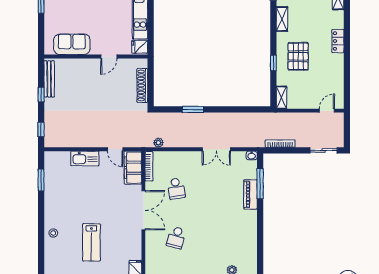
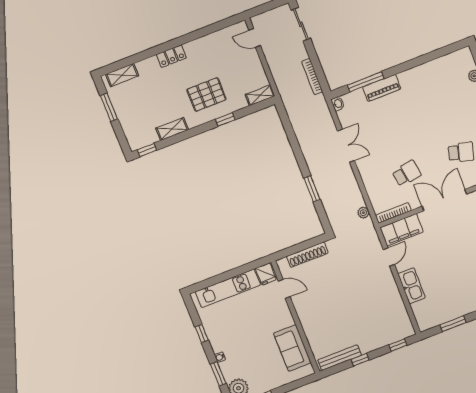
door: (109, 57) -> (284, 289), moved

